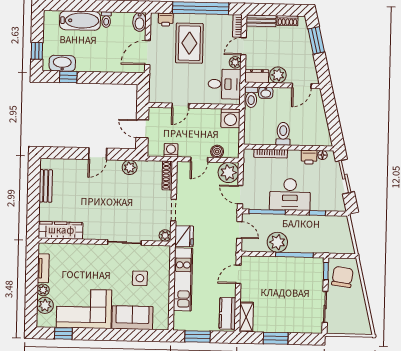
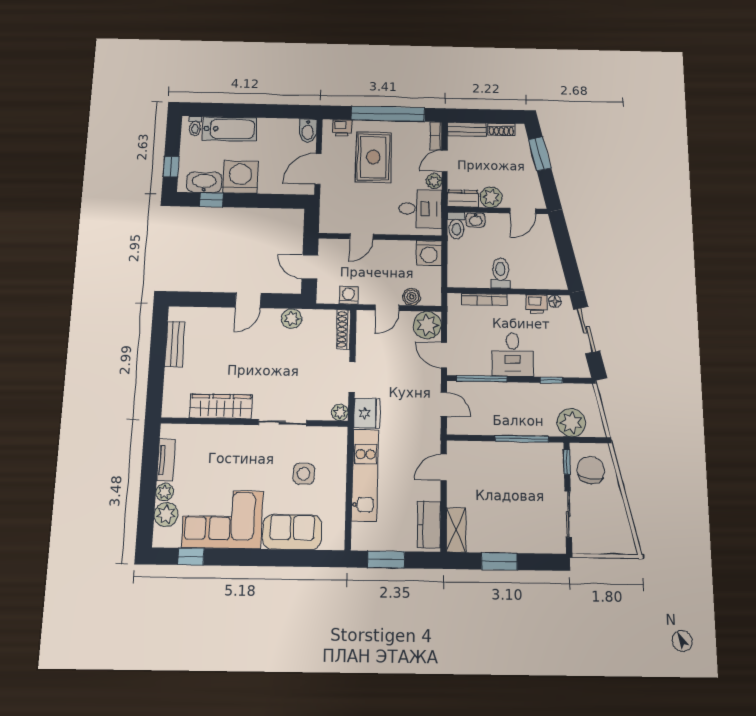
toilet: (106, 20) -> (195, 126), moved
washing machine: (89, 59) -> (240, 177), added
desk: (290, 194) -> (513, 355), width x0.73
wardrobe: (61, 230) -> (221, 406), moved
plant: (277, 242) -> (571, 422), moved

